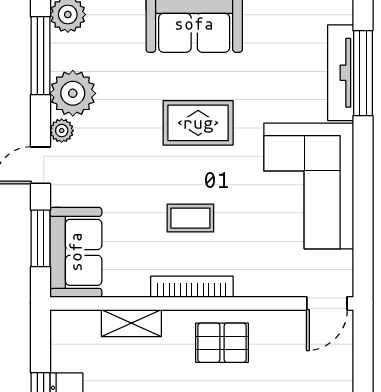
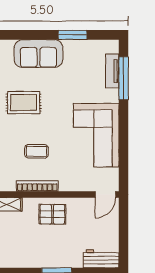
tv unit: (341, 73) -> (112, 71), width x0.71
rug: (198, 123) -> (24, 103), moved

